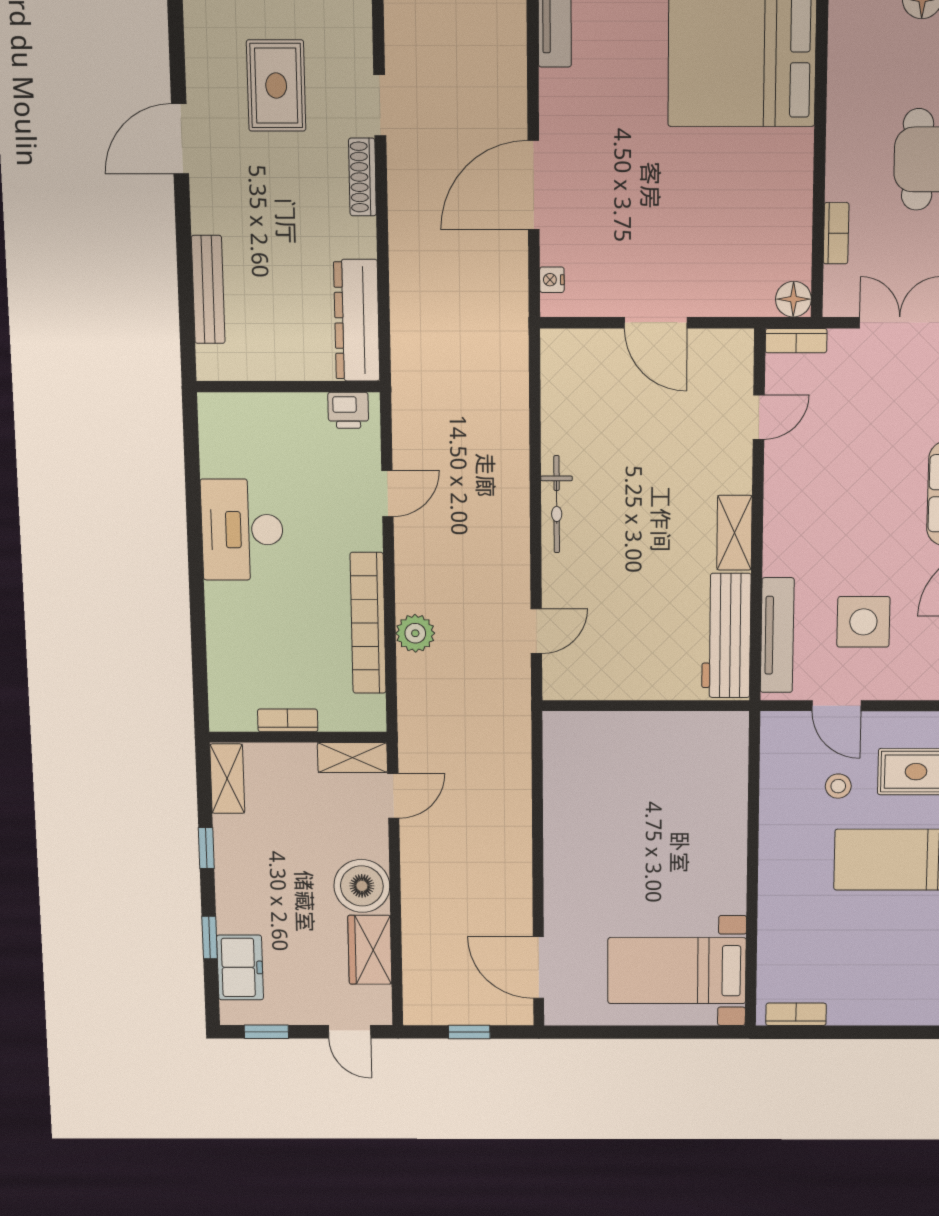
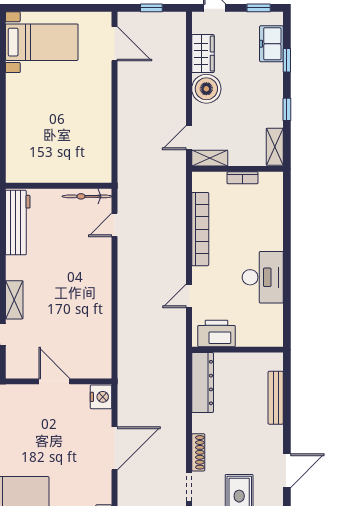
nightstand: (552, 280) -> (101, 397), width x1.89, depth x1.79
printer: (348, 410) -> (216, 333), width x1.87, depth x1.48
bicycle: (557, 504) -> (87, 196), moved, turned -90
shelving: (734, 533) -> (14, 300), moved
plant: (415, 633) -> (176, 224), removed

